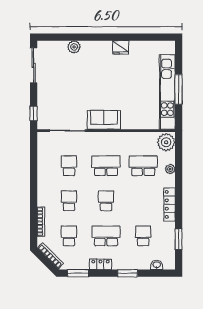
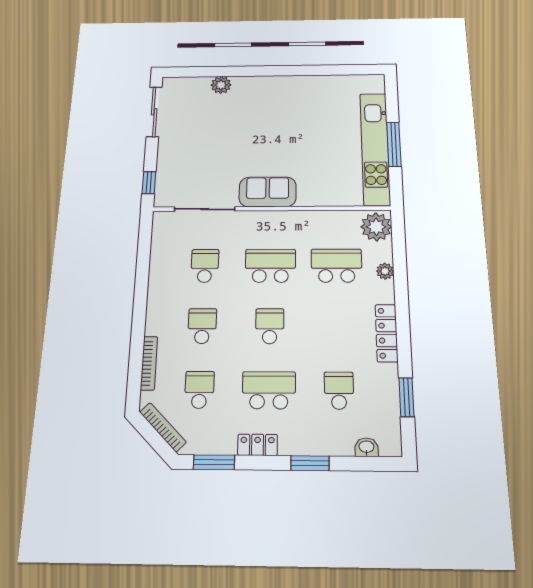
fridge: (121, 47) -> (296, 85), removed

